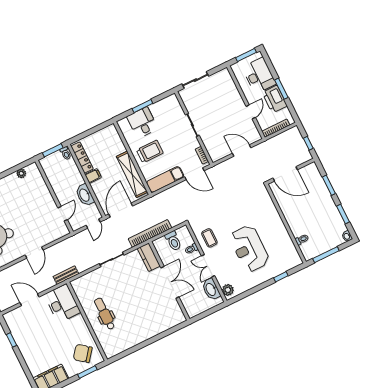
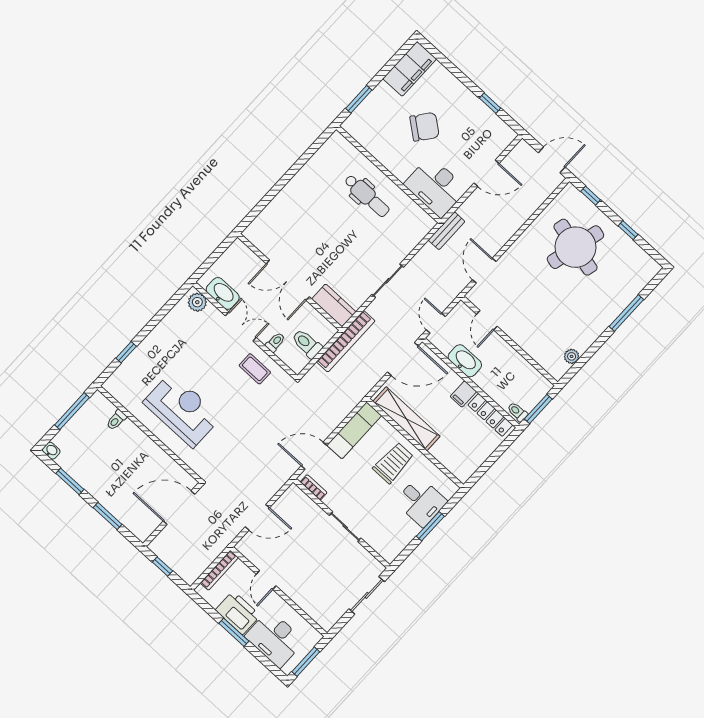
trolley: (150, 152) -> (393, 463), turned 180
door: (121, 210) -> (403, 359), hinge flipped
reception desk: (249, 249) -> (182, 410), moved
door: (34, 253) -> (484, 271), moved
chair: (83, 353) -> (425, 127), moved

